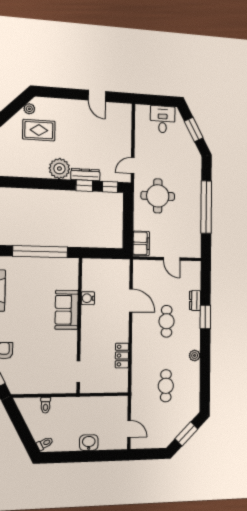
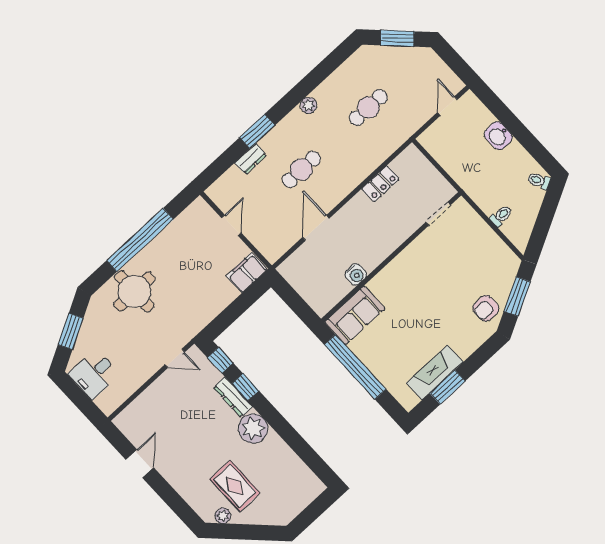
round table: (158, 196) -> (134, 291), moved
sofa: (67, 310) -> (355, 315), moved

